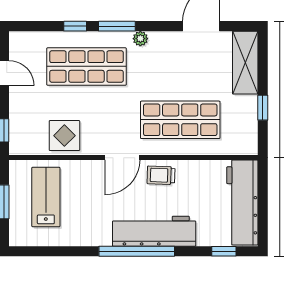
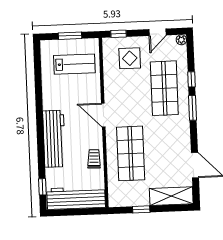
plant: (140, 39) -> (181, 40), moved
display table: (64, 136) -> (130, 58), moved
trolley: (161, 175) -> (94, 159), moved
window: (137, 251) -> (40, 127), removed

